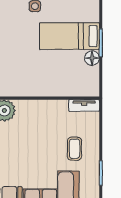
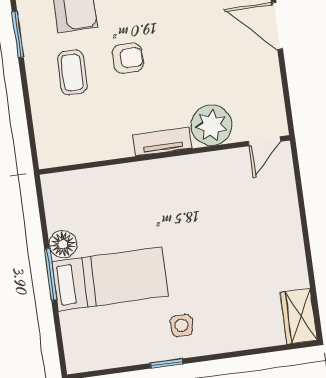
tv unit: (84, 105) -> (162, 142), moved
armchair: (44, 152) -> (128, 58), added

